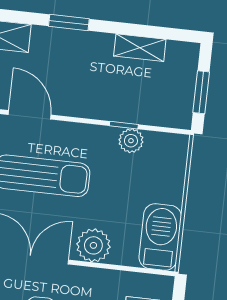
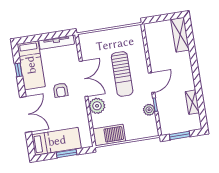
window: (69, 23) -> (195, 67), removed
door: (30, 115) -> (152, 83), moved

